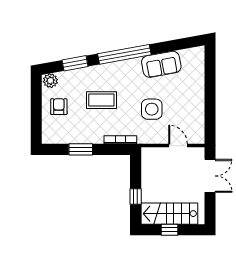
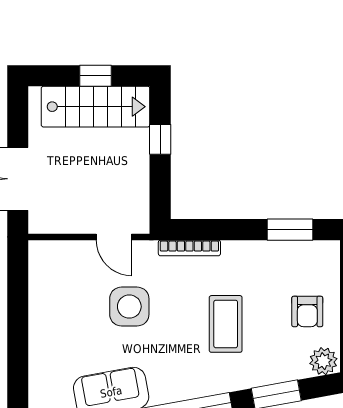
coffee table: (101, 100) -> (226, 324), turned 90
door: (178, 146) -> (114, 237), moved
window: (81, 149) -> (290, 230), moved

